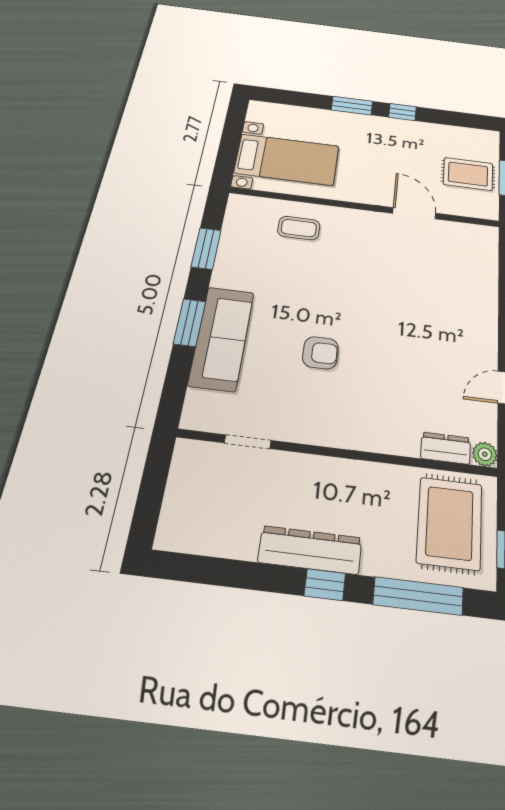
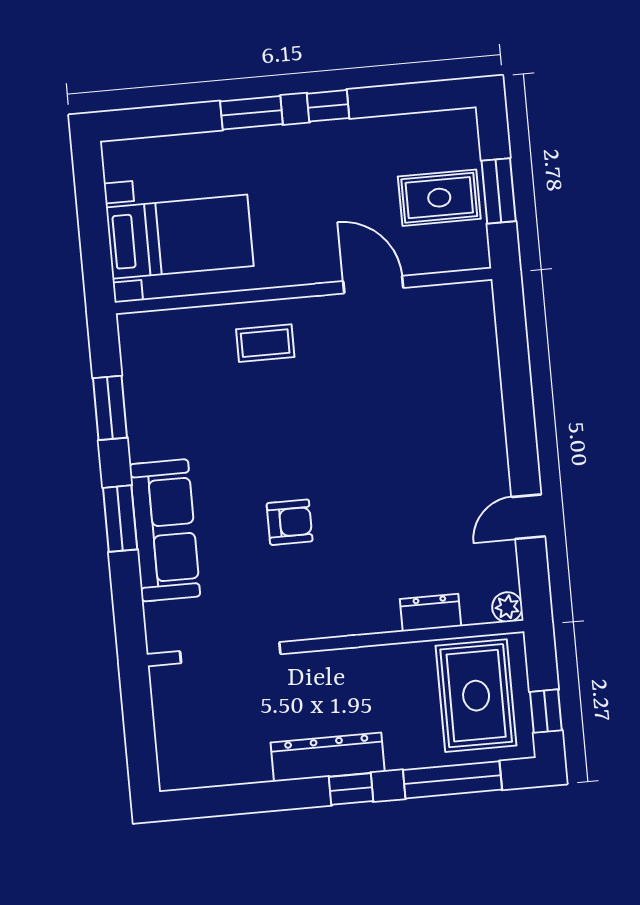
coffee table: (299, 228) -> (265, 343), moved
doorway: (248, 442) -> (230, 653), width x1.88
dresser: (446, 448) -> (431, 613), moved

